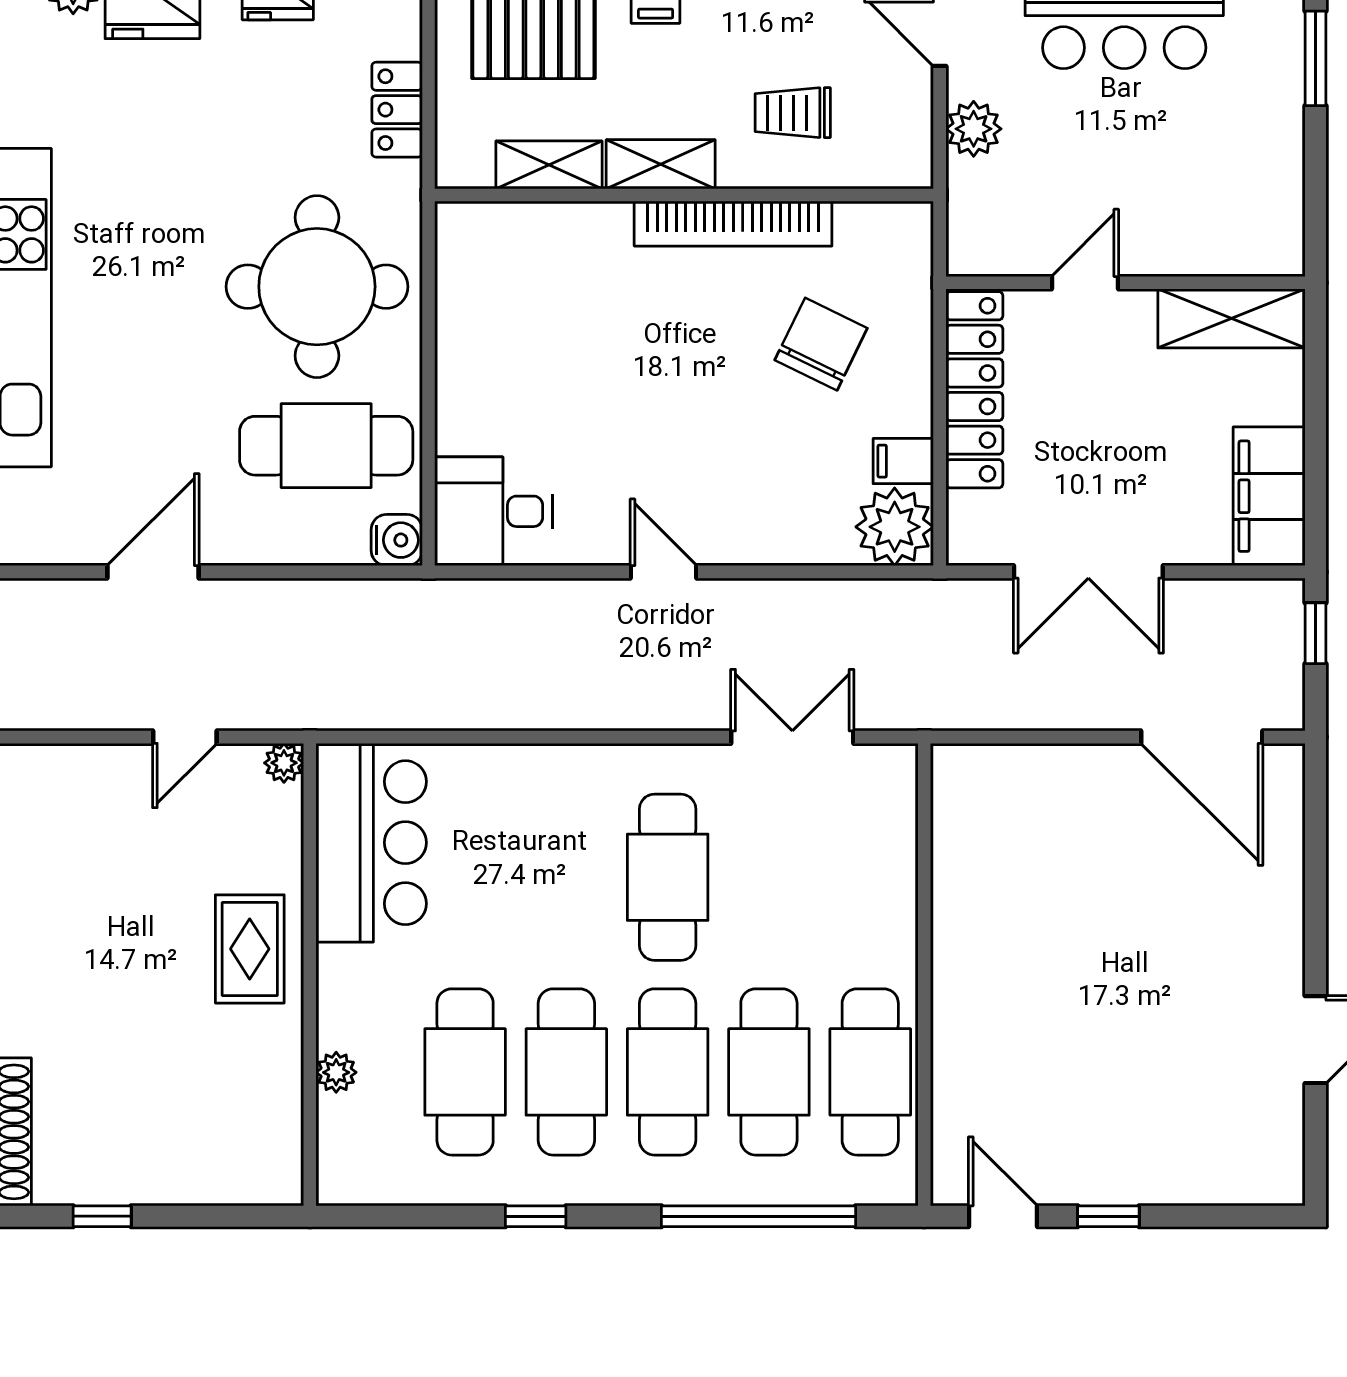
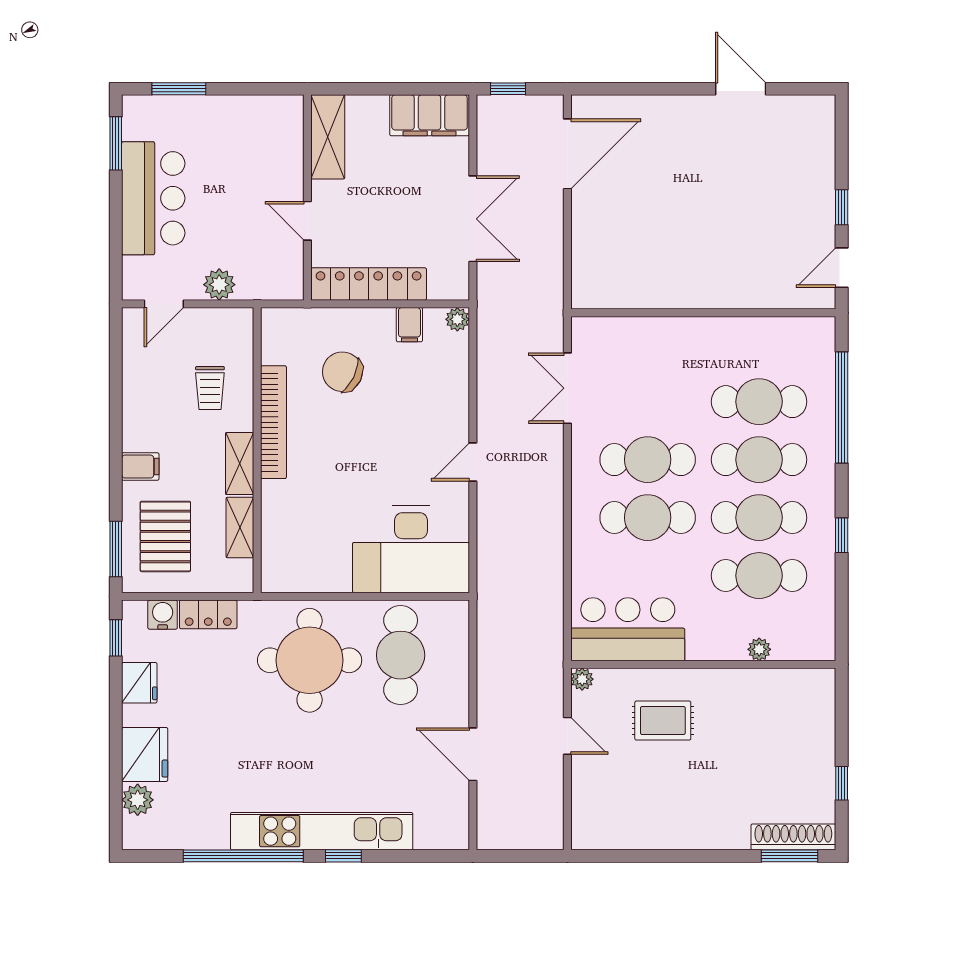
desk: (493, 511) -> (411, 549), width x1.87, depth x1.30
plant: (895, 527) -> (457, 319), width x0.53, depth x0.53
water cooler: (397, 540) -> (163, 615), moved
rug: (250, 949) -> (663, 721), moved
cafe table: (870, 1072) -> (648, 518), moved

